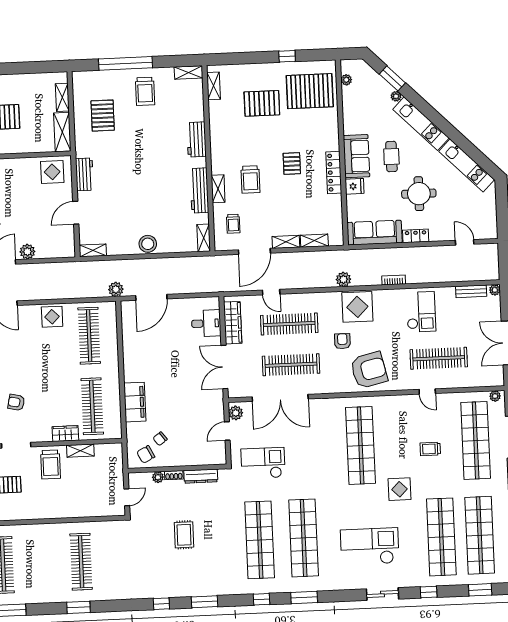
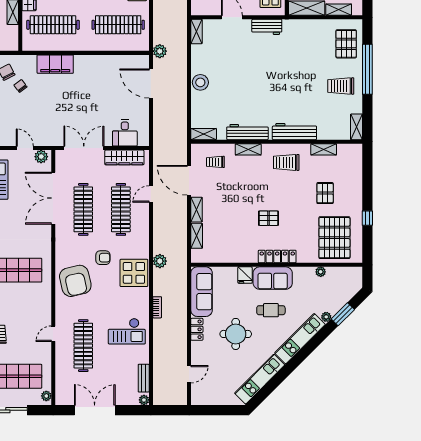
plant: (346, 80) -> (321, 272), moved
shelving: (214, 86) -> (324, 149), moved
pallet: (262, 103) -> (325, 193), width x0.67, depth x0.71
pallet: (103, 116) -> (346, 44), moved, turned 90
workbench: (197, 139) -> (294, 132), width x1.38
locker: (334, 172) -> (277, 257), moved
trolley: (250, 179) -> (286, 162), moved

